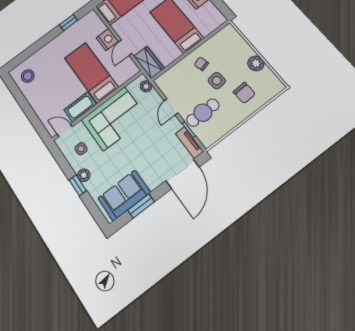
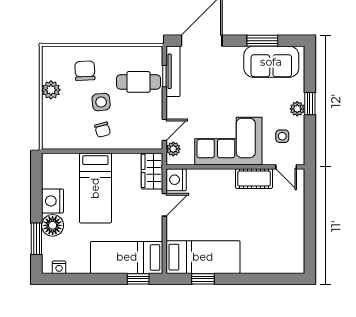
nightstand: (107, 39) -> (176, 180), moved
bed: (91, 73) -> (203, 257), moved, turned -90
stool: (28, 76) -> (286, 253), removed
door: (171, 107) -> (164, 130), moved
tv unit: (189, 143) -> (173, 71), width x1.41

